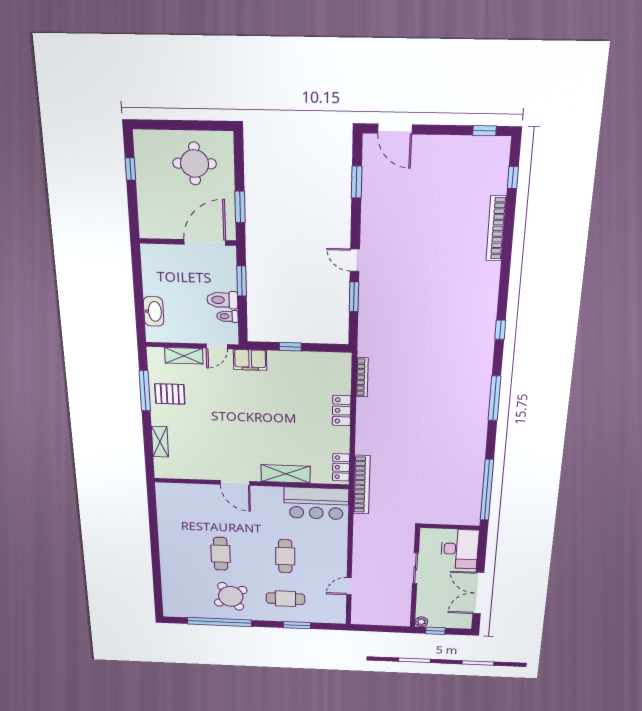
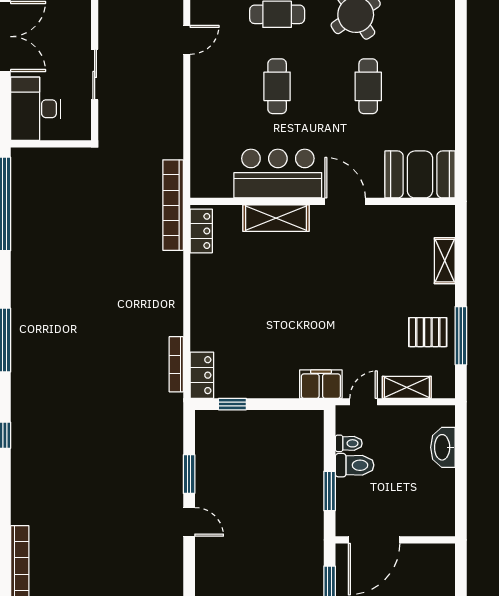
window: (290, 347) -> (232, 404), moved
locker: (342, 411) -> (202, 375), moved
booth: (181, 498) -> (420, 174), added
bar counter: (316, 503) -> (278, 174), moved

